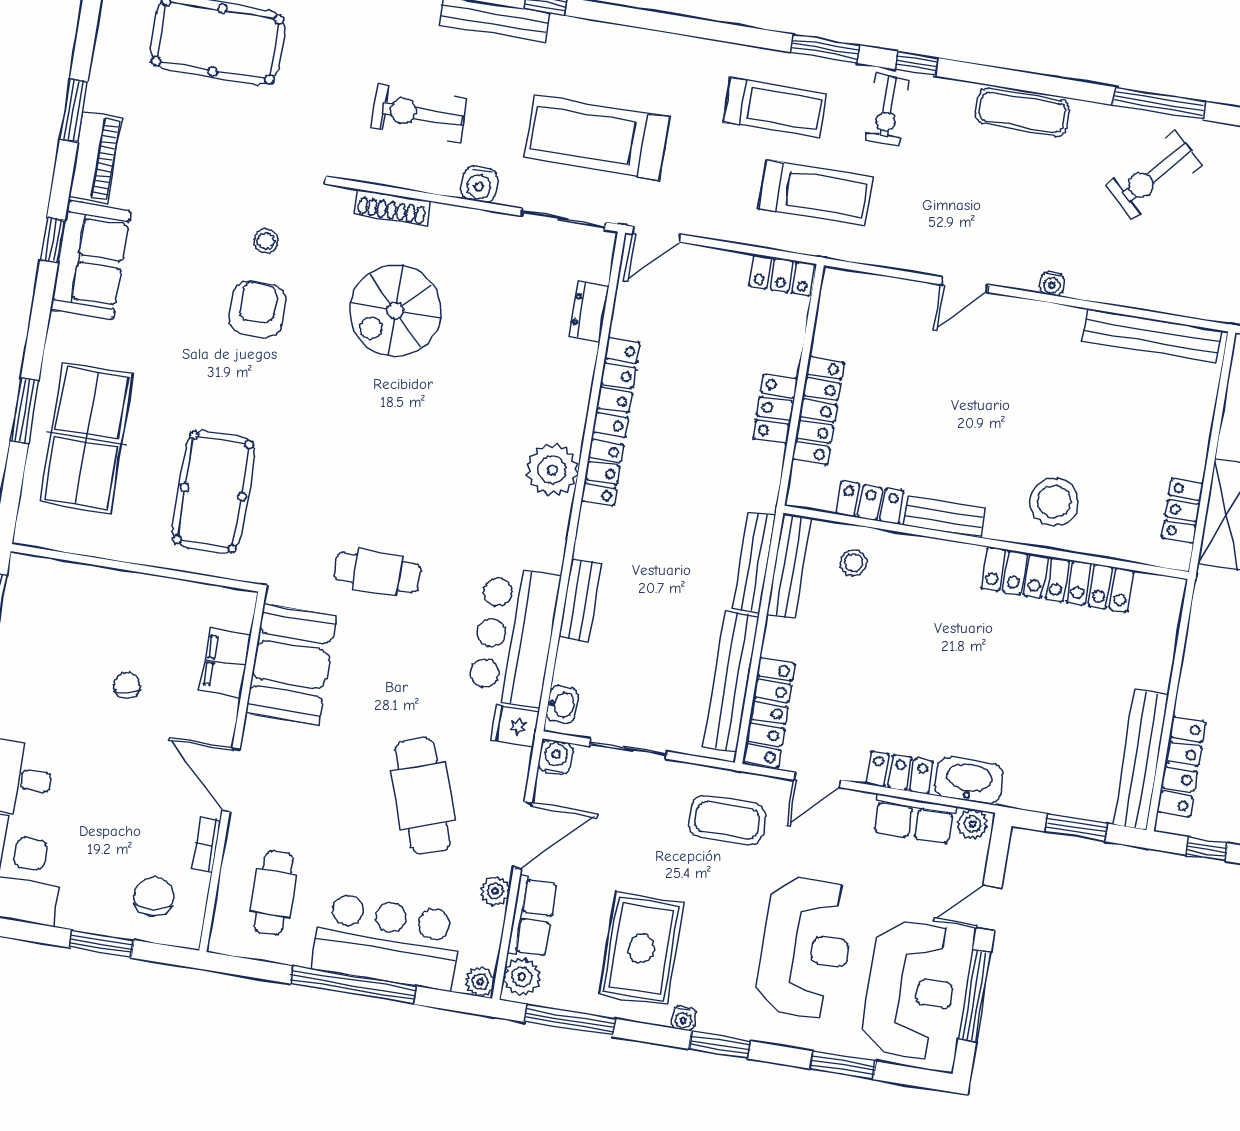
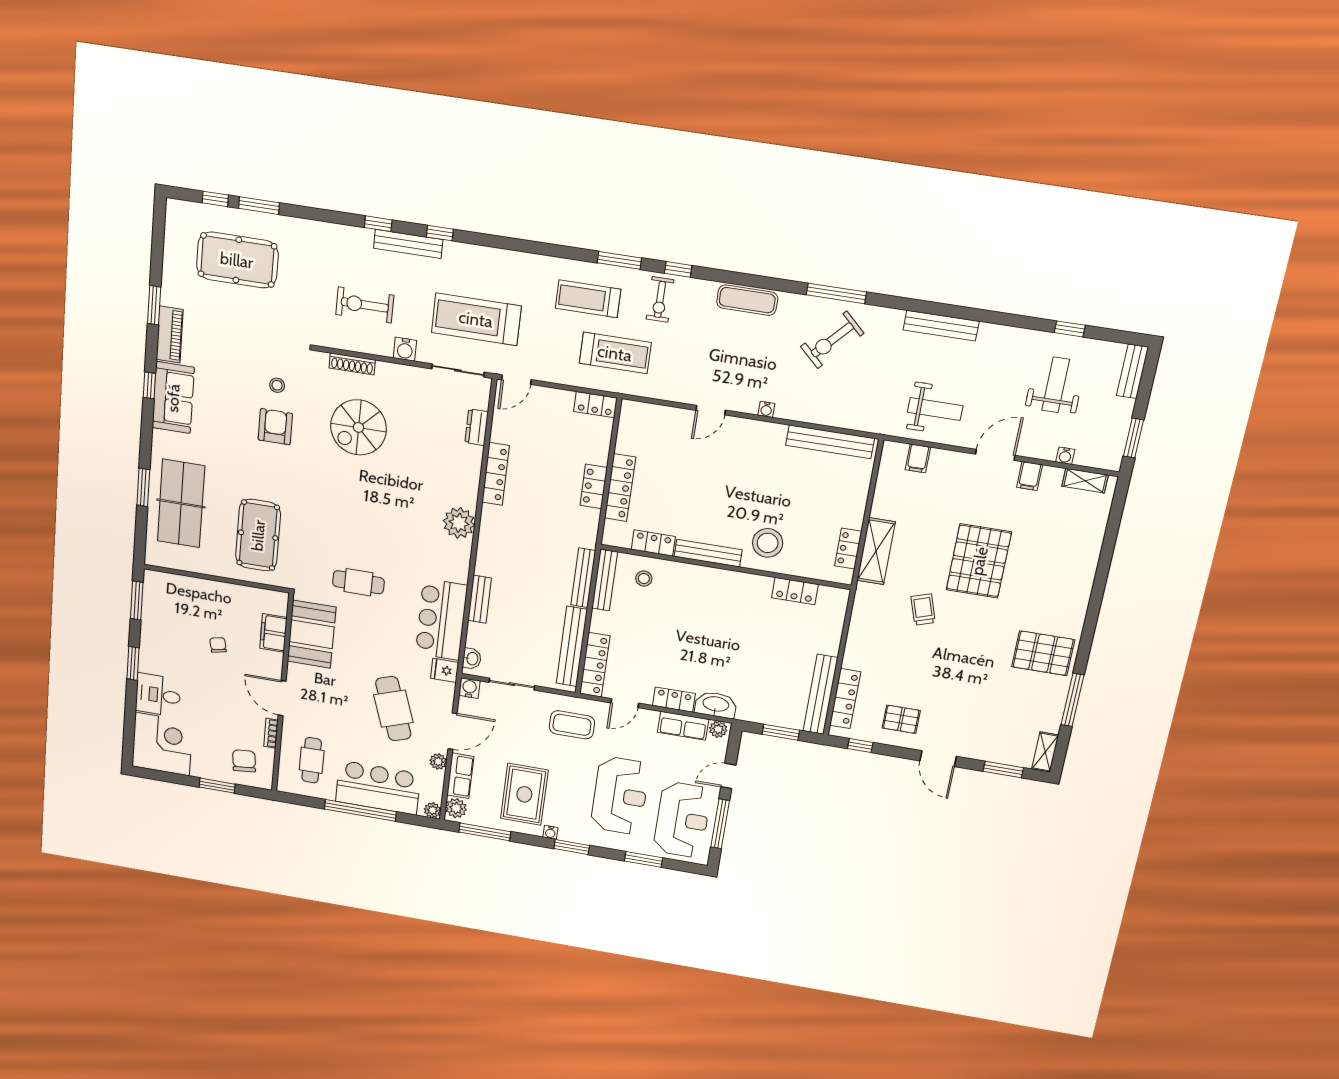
treadmill: (775, 108) -> (588, 299), turned 180
locker: (603, 473) -> (489, 525), removed
bench: (944, 517) -> (708, 553), width x1.36
locker: (1057, 579) -> (795, 591), width x0.46, depth x0.83

